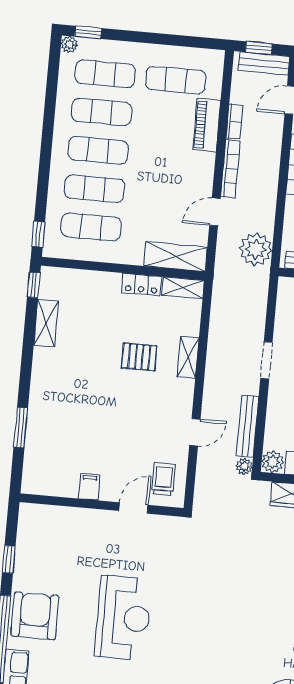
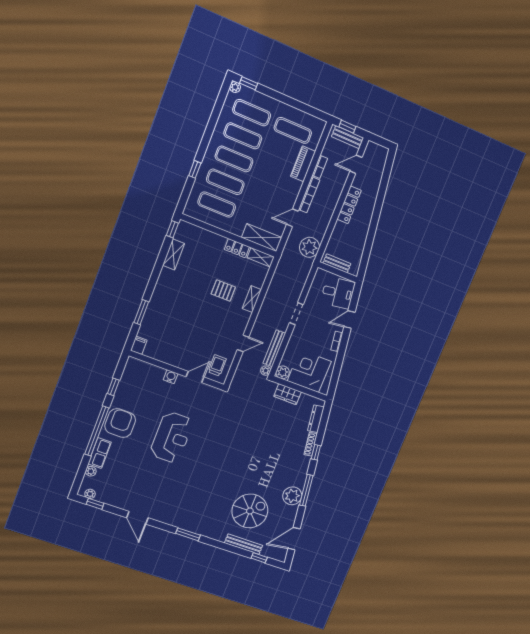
window: (38, 234) -> (195, 169), moved
filing cabinet: (89, 487) -> (139, 345), moved
water cooler: (95, 518) -> (171, 377), added

